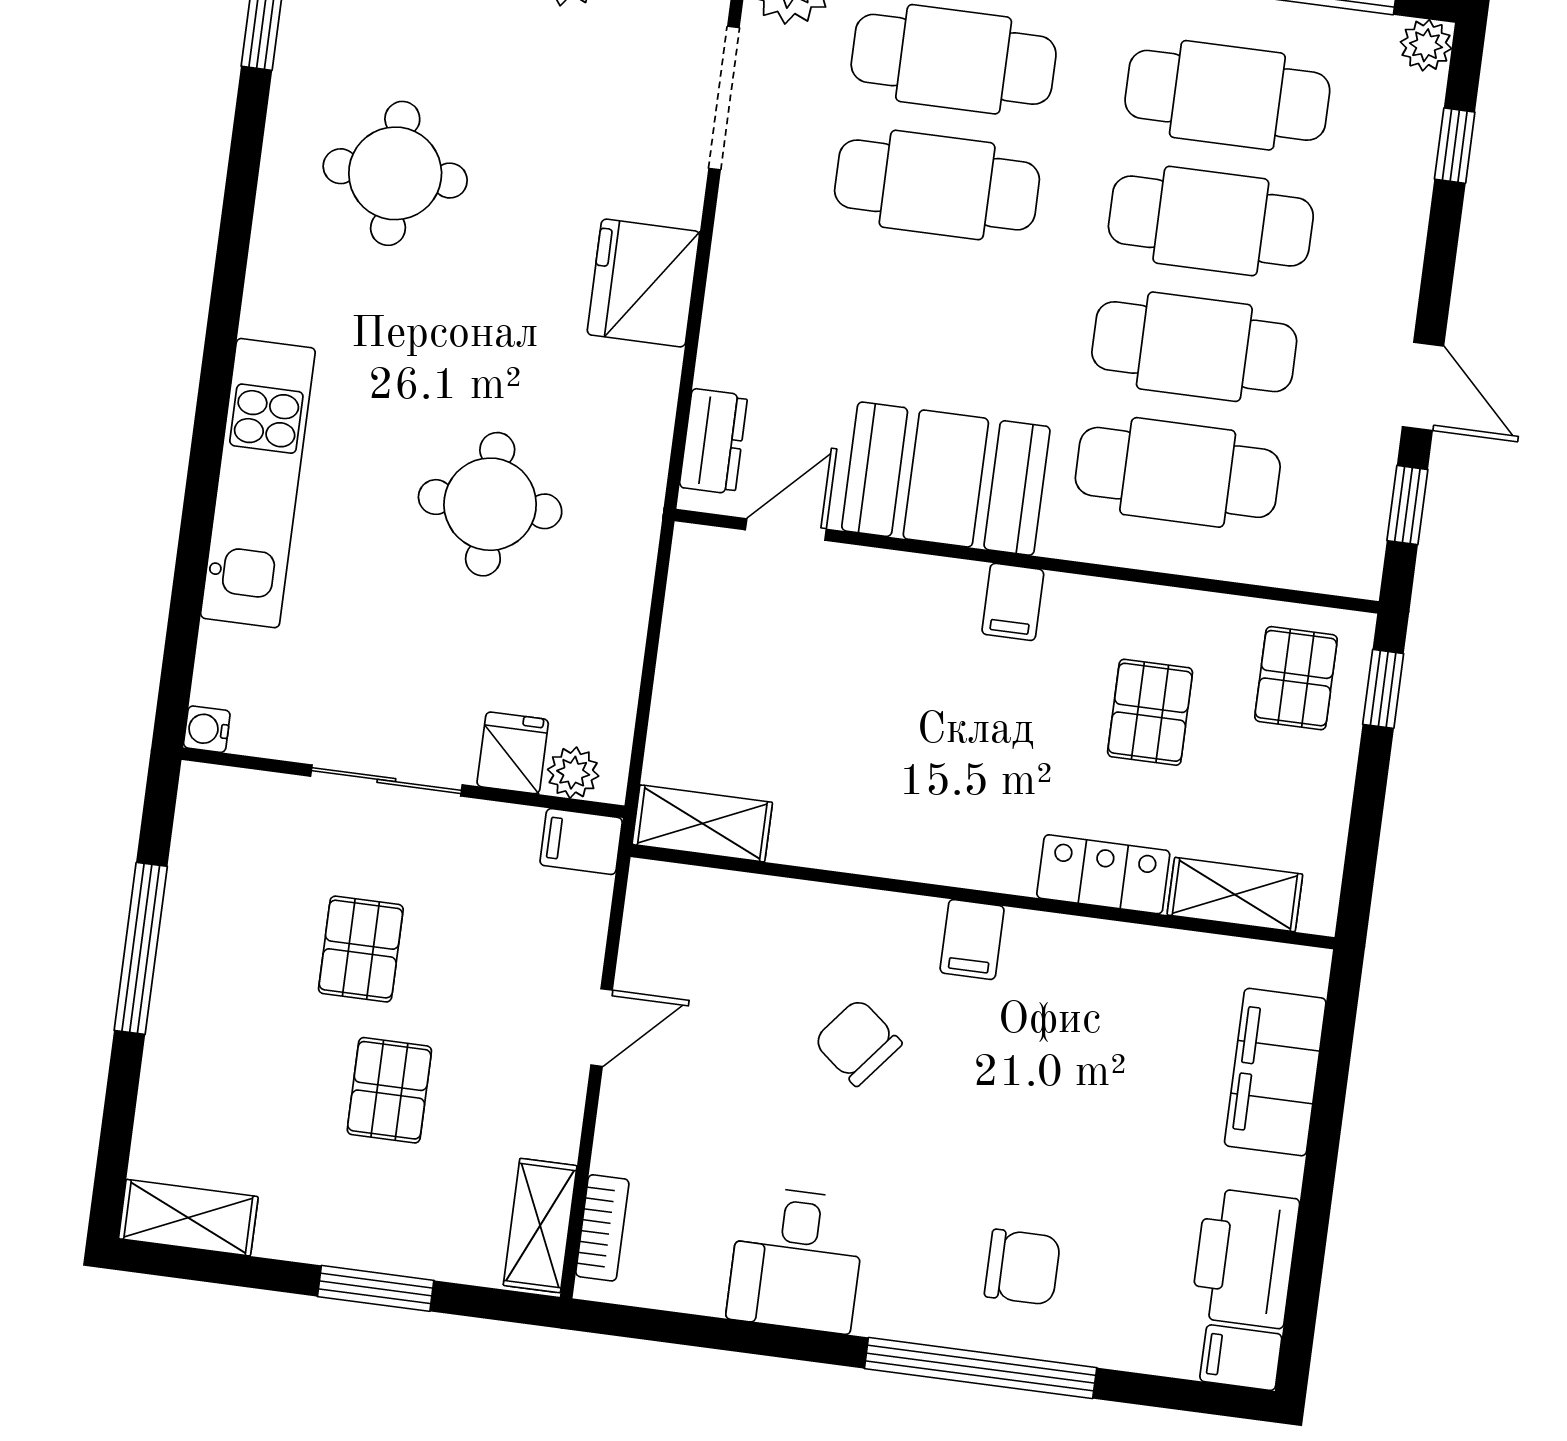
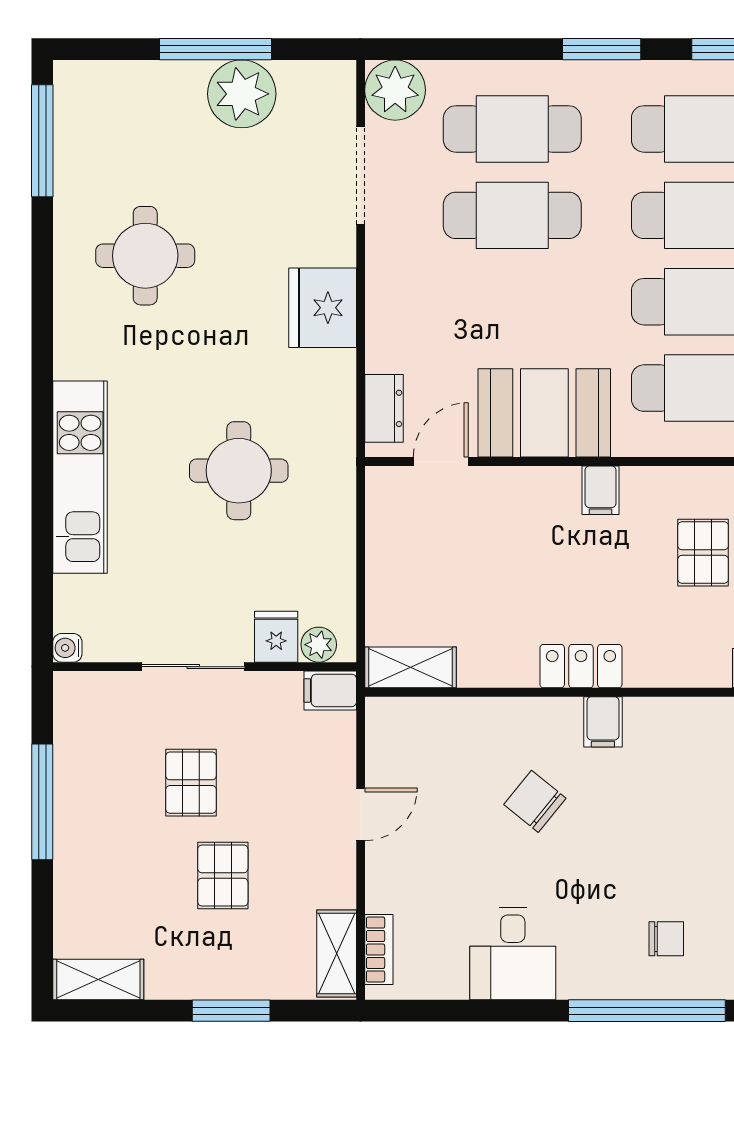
locker: (1103, 874) -> (581, 666), moved
chair: (1022, 1267) -> (666, 939), width x0.73, depth x0.73

